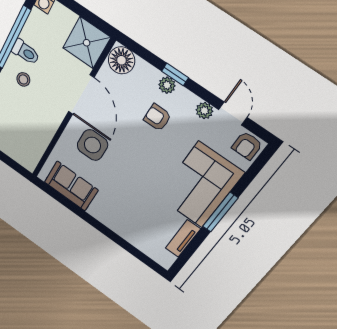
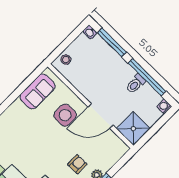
floor lamp: (121, 60) -> (118, 149), removed
stool: (23, 79) -> (66, 60), moved

